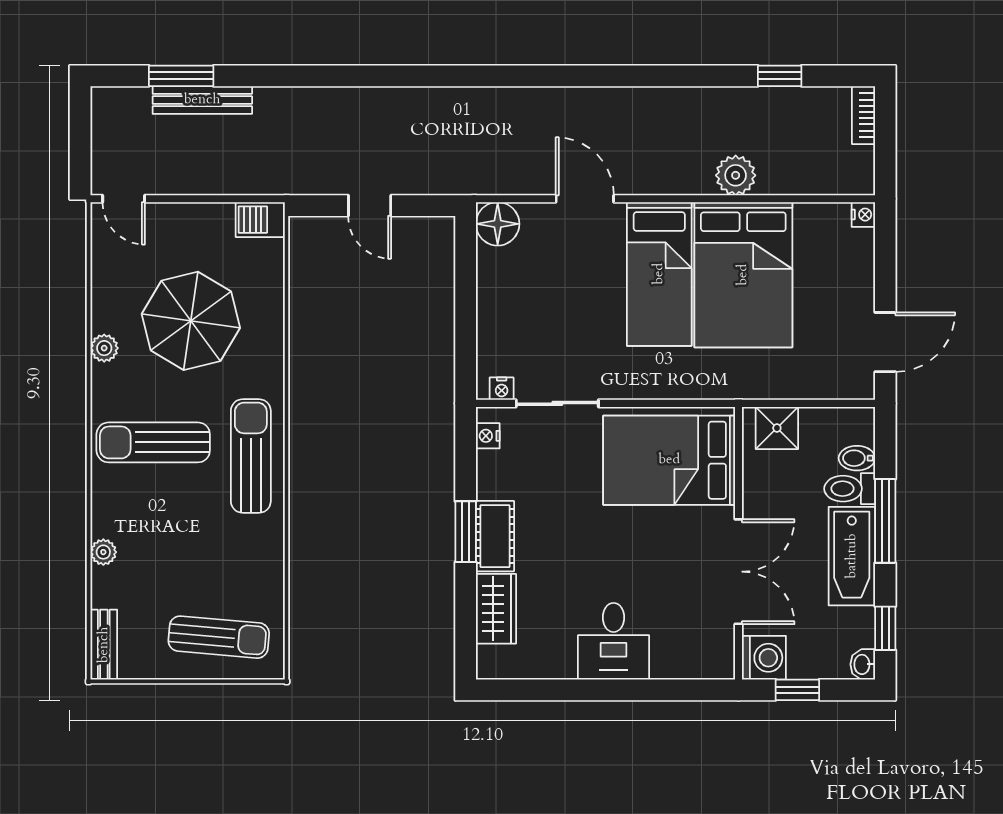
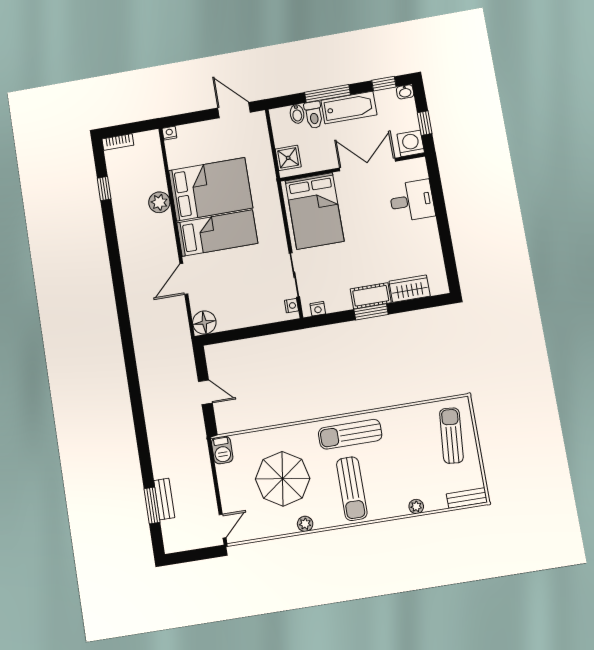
bench: (202, 100) -> (164, 499), width x0.73
door: (370, 206) -> (205, 392), hinge flipped
desk: (614, 641) -> (412, 201), moved

